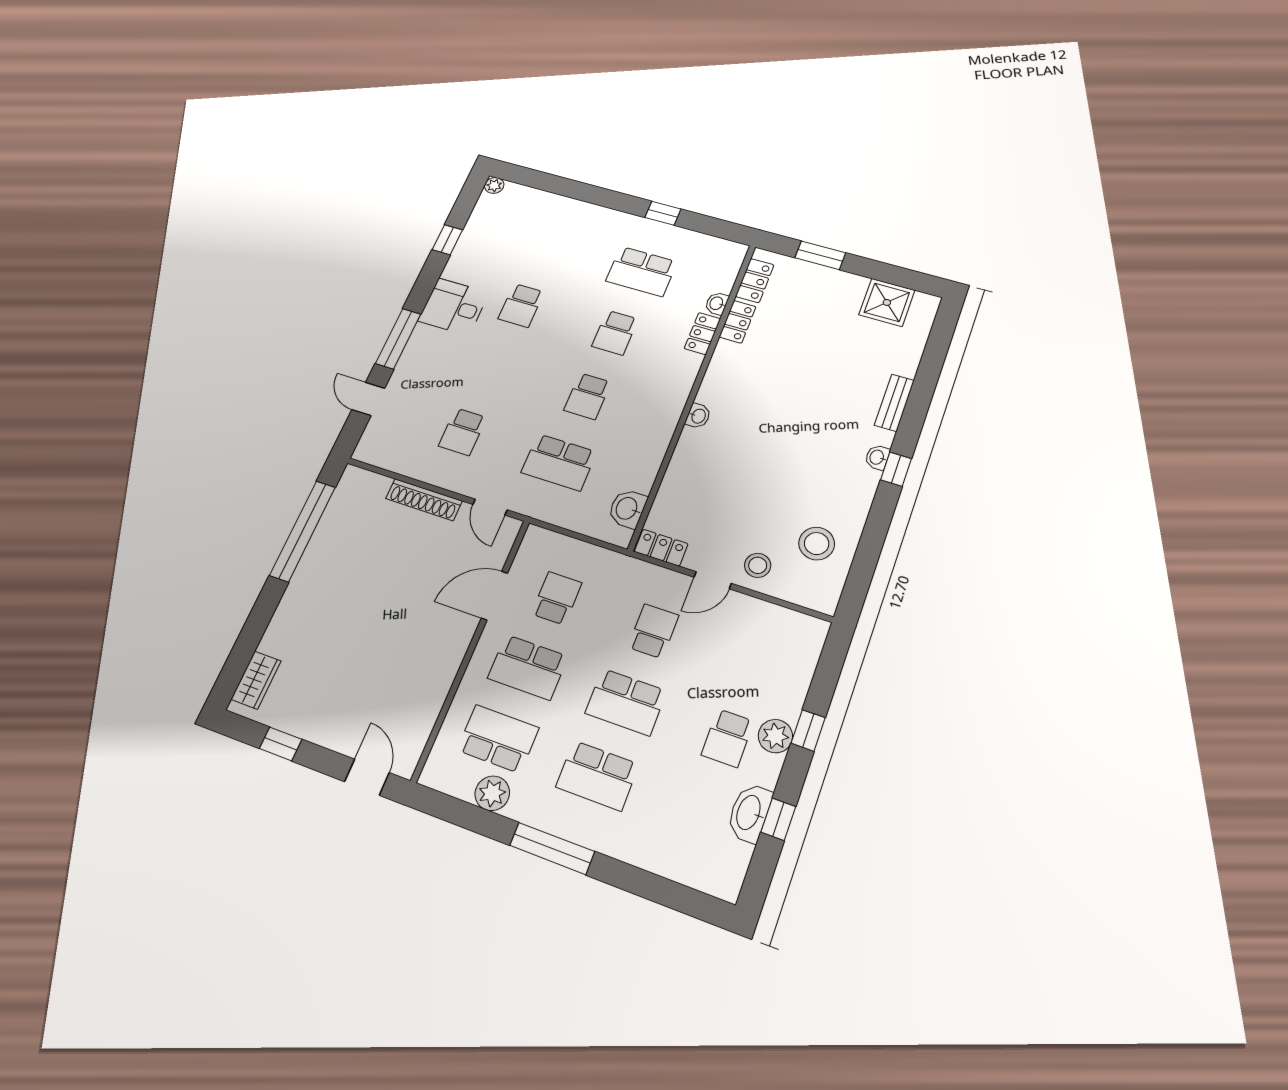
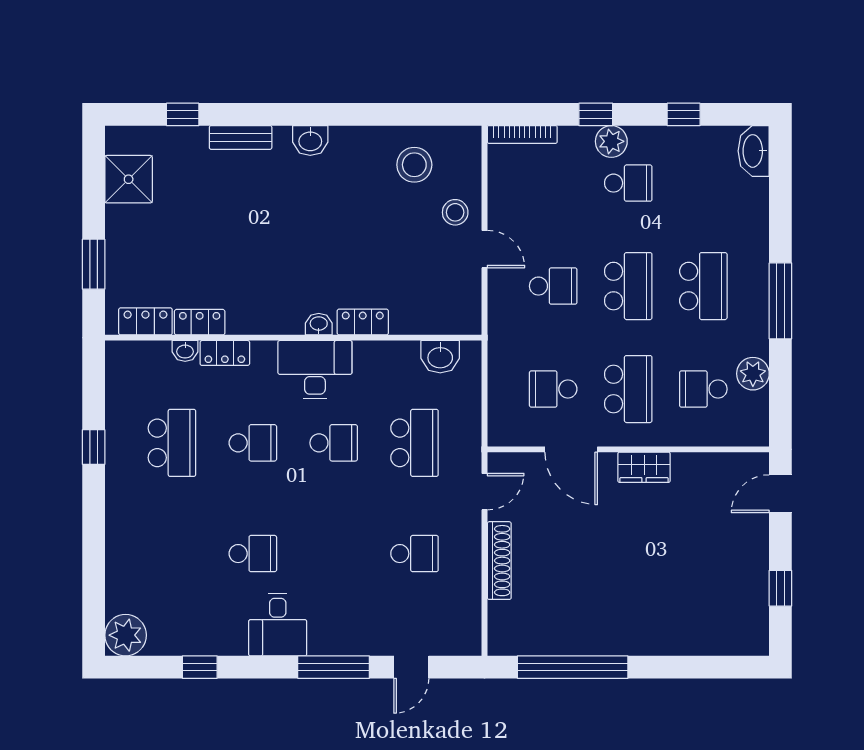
plant: (494, 185) -> (126, 635), width x1.87, depth x1.87
desk: (659, 401) -> (315, 370), added
washbasin: (877, 457) -> (310, 141), width x1.38, depth x1.45
window: (896, 469) -> (183, 114), moved
locker: (661, 548) -> (363, 322), moved, turned 90
school desk: (653, 631) -> (553, 286), turned 180
bookcase: (812, 652) -> (522, 134), added
wardrobe: (256, 680) -> (644, 467), moved, turned 180
school desk: (498, 739) -> (703, 389), width x0.54
washbasin: (749, 813) -> (754, 151), moved, turned 90

